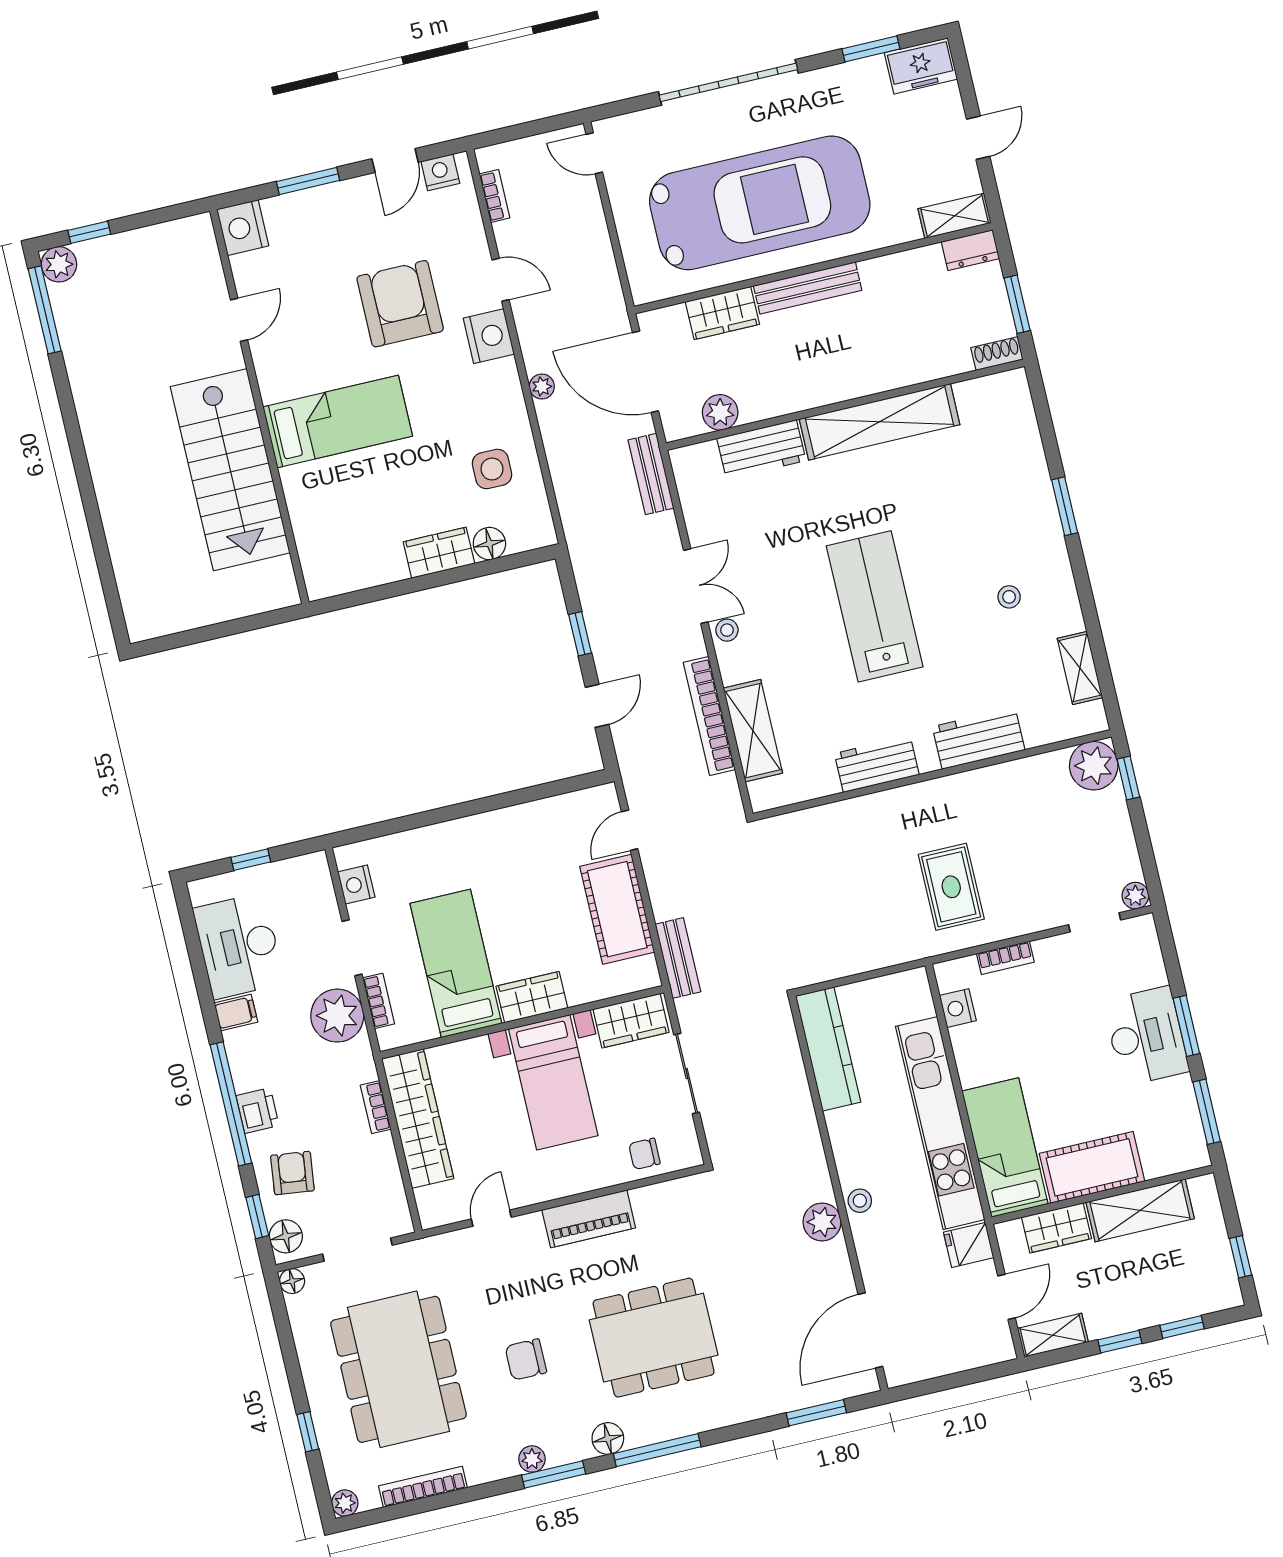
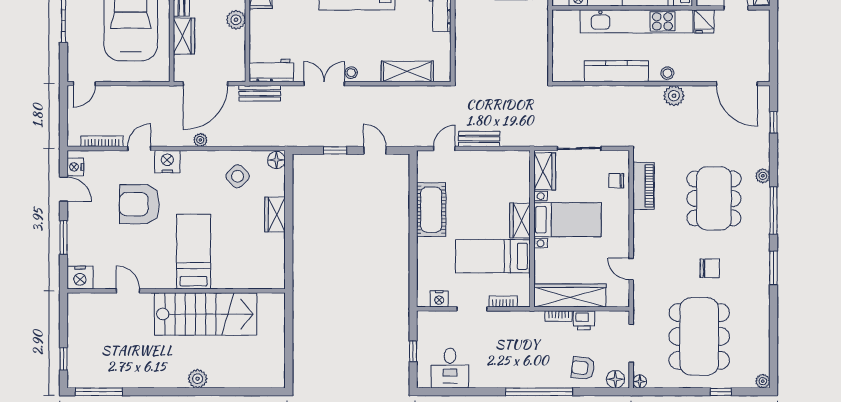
bookcase: (495, 196) -> (102, 141), width x1.56
plant: (59, 264) -> (198, 379), moved
plant: (720, 412) -> (236, 20), moved
workbench: (761, 450) -> (271, 70), moved, turned -90
side table: (492, 469) -> (238, 176), turned 45
floor lamp: (489, 544) -> (276, 160), moved
bookcase: (709, 716) -> (394, 93), removed
door: (630, 830) -> (444, 149), swing flipped
cot: (617, 909) -> (431, 210), moved, turned 90
desk: (239, 946) -> (450, 368), width x0.73
bench: (678, 958) -> (479, 139), moved
filing cabinet: (236, 1012) -> (492, 378), removed
plant: (337, 1016) -> (506, 325), removed
kitchen counter: (828, 1049) -> (616, 71), moved
printer: (257, 1111) -> (584, 320), moved, turned 180
chair: (644, 1154) -> (616, 181), turned 90
window: (257, 1216) -> (601, 392), removed
piano: (589, 1219) -> (644, 186), moved
chair: (526, 1359) -> (710, 268), turned -90
dining table: (398, 1369) -> (699, 336), turned 90
window: (816, 1413) -> (774, 122), width x0.67
floor lamp: (608, 1439) -> (761, 235), removed
plant: (532, 1459) -> (763, 176), moved
bookcase: (423, 1487) -> (764, 338), removed

